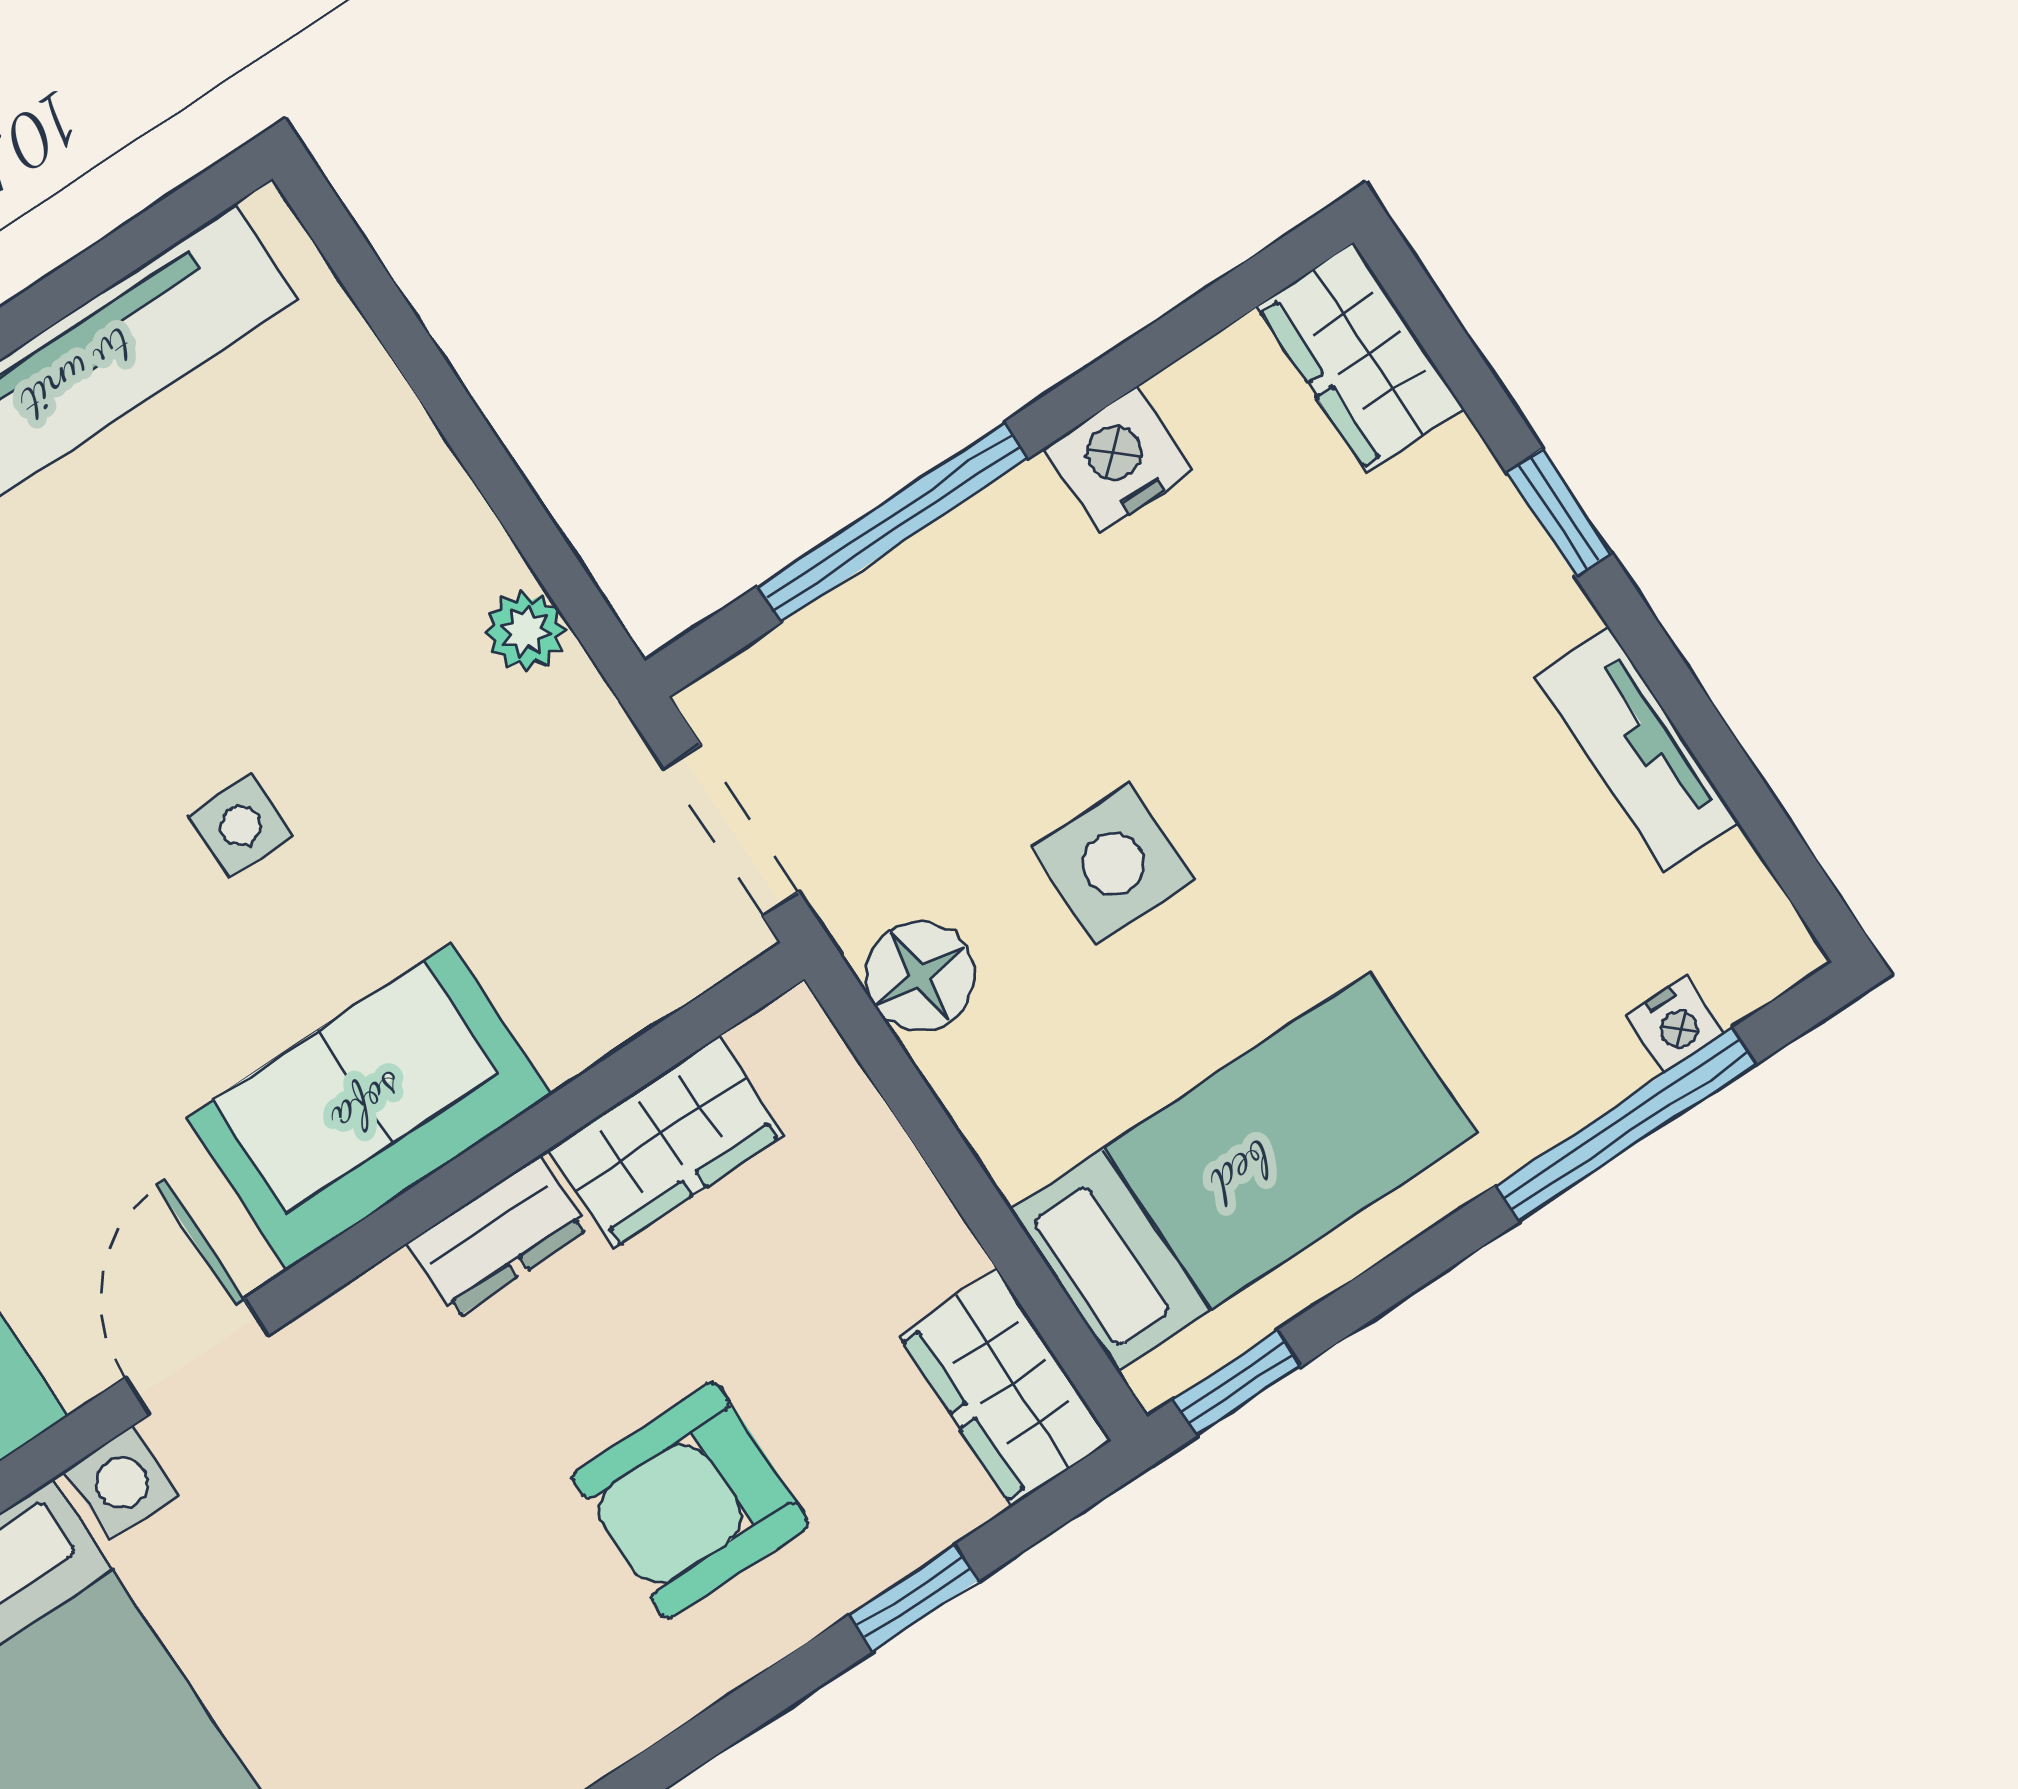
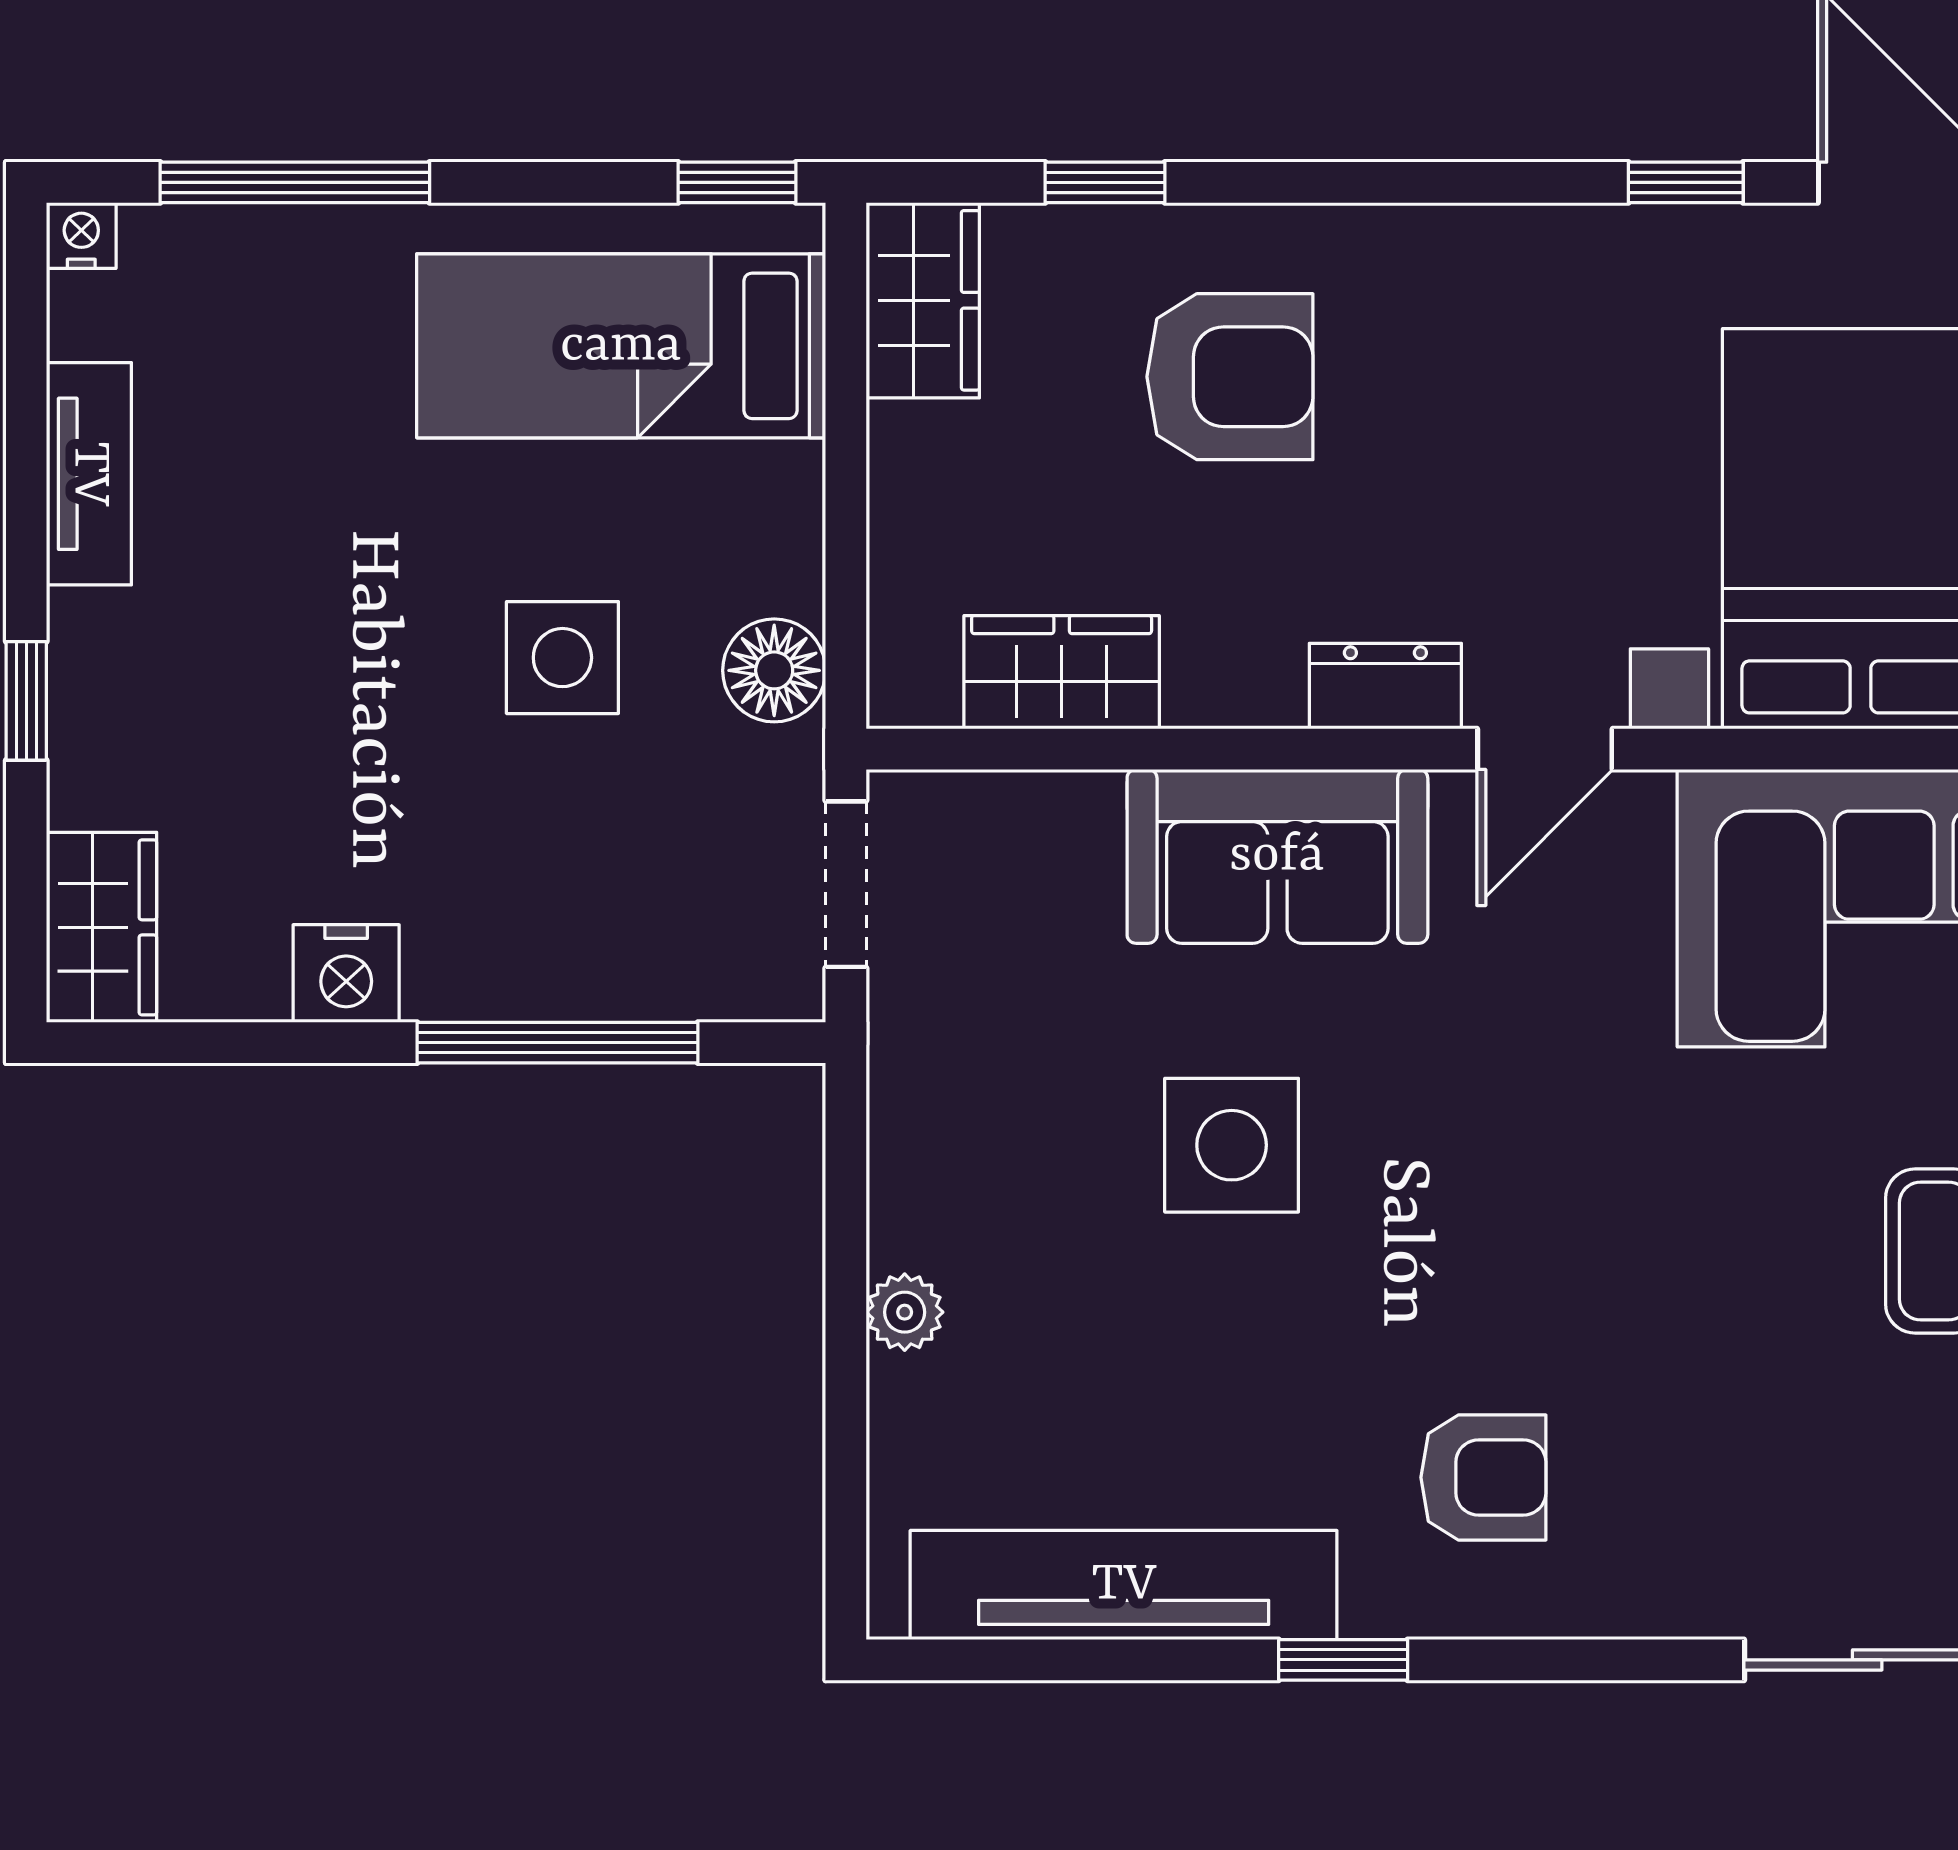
plant: (525, 631) -> (905, 1312), moved
side table: (240, 826) -> (1232, 1145), width x1.87, depth x1.87
nightstand: (1676, 1024) -> (81, 236), moved
dresser: (498, 1236) -> (1385, 686), moved

